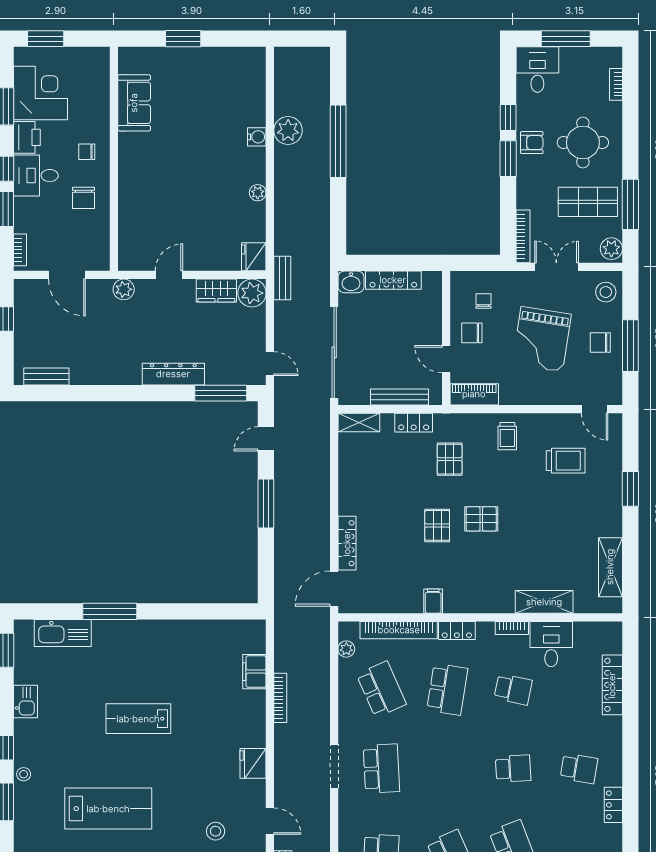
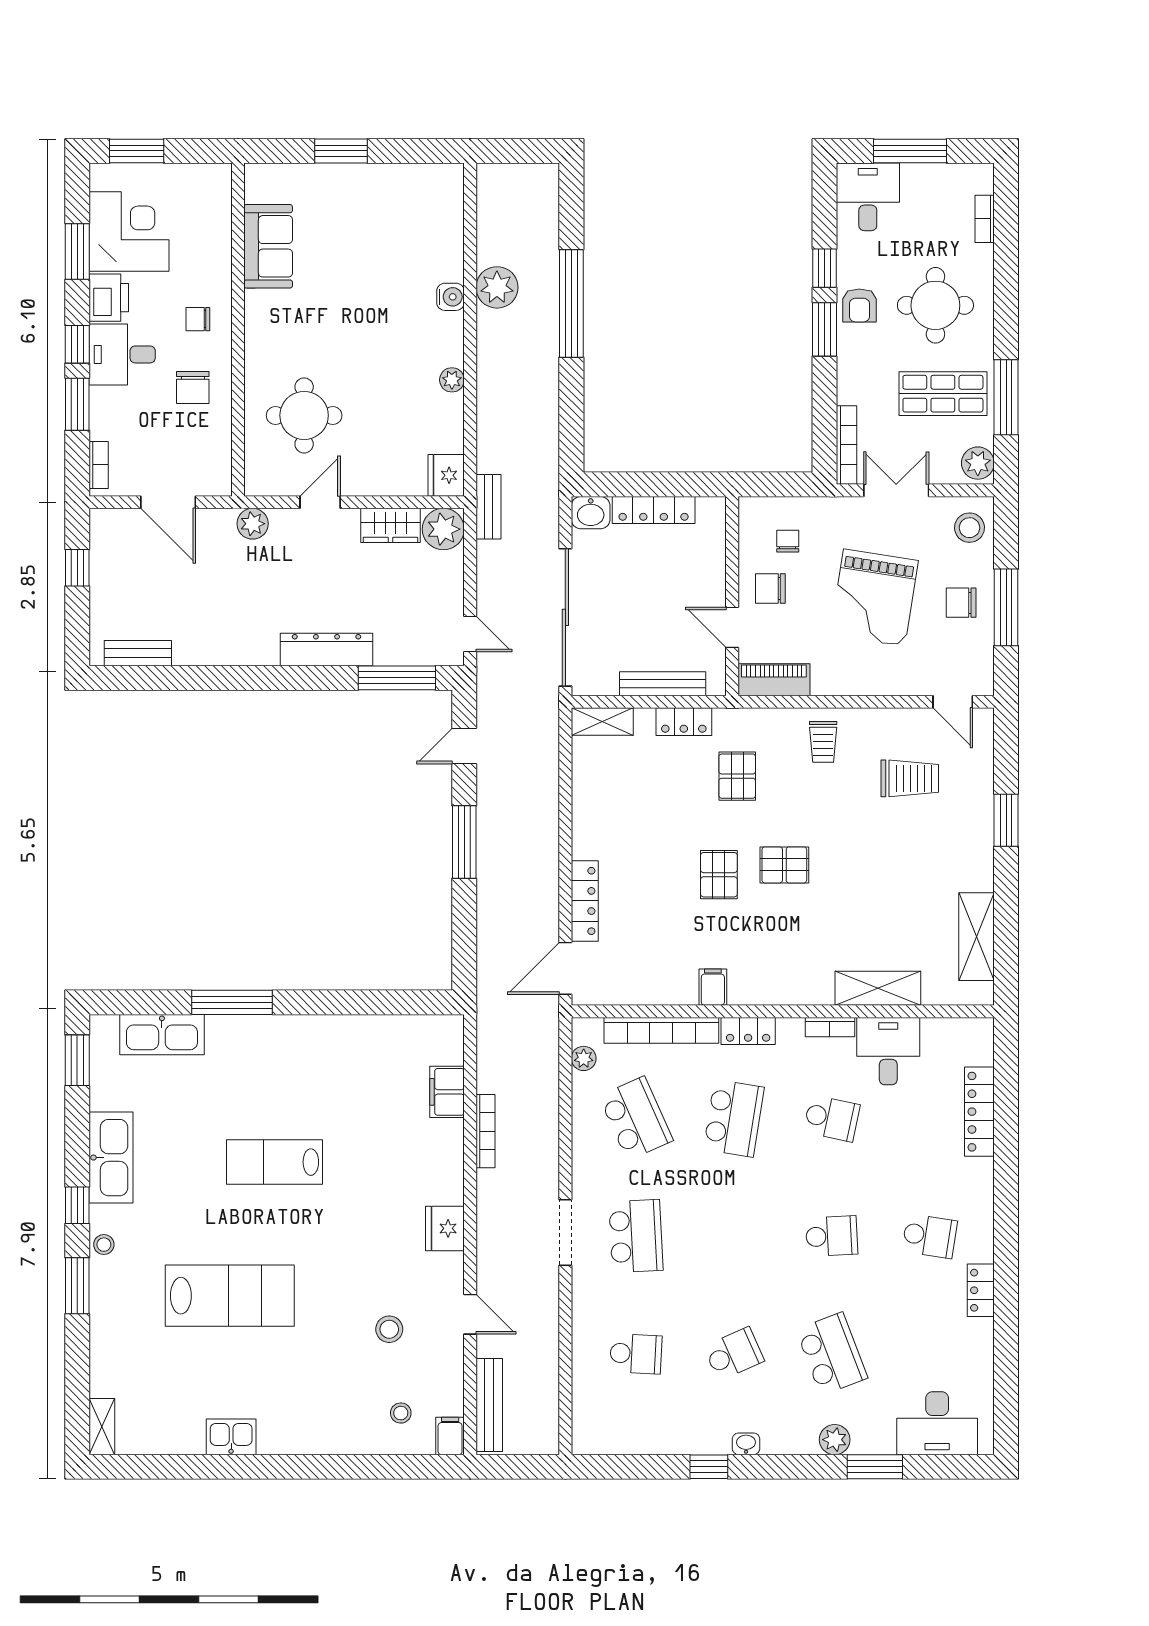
armchair: (532, 143) -> (859, 305), turned 90
round table: (158, 217) -> (304, 415), added
kitchen sink: (26, 701) -> (111, 1158), width x1.88, depth x1.24

